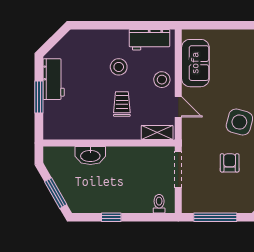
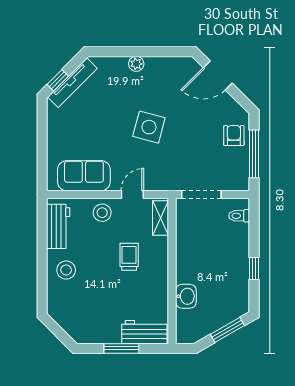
stool: (119, 67) -> (66, 270), moved
workbench: (54, 79) -> (144, 332), moved
trolley: (122, 104) -> (129, 257), turned 90
washbasin: (90, 155) -> (186, 296), width x0.72
armchair: (230, 163) -> (234, 136), moved, turned 90

